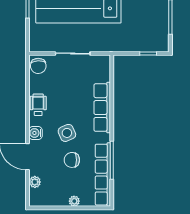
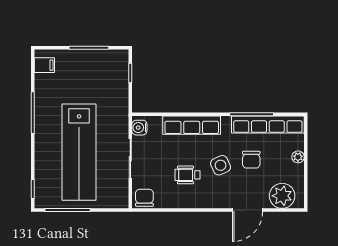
chair: (38, 66) -> (144, 198), turned -88
wheelchair: (38, 105) -> (187, 175), moved
water cooler: (35, 133) -> (139, 128), moved, turned 90
plant: (35, 182) -> (282, 196), width x1.88, depth x1.88

